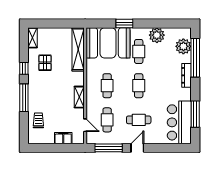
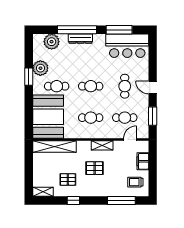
window: (124, 23) -> (29, 77), moved
window: (195, 58) -> (77, 30), moved
pallet: (56, 90) -> (95, 168), added
window: (24, 98) -> (121, 200), moved
trolley: (38, 120) -> (135, 182), moved
window: (109, 148) -> (153, 116), width x0.69

